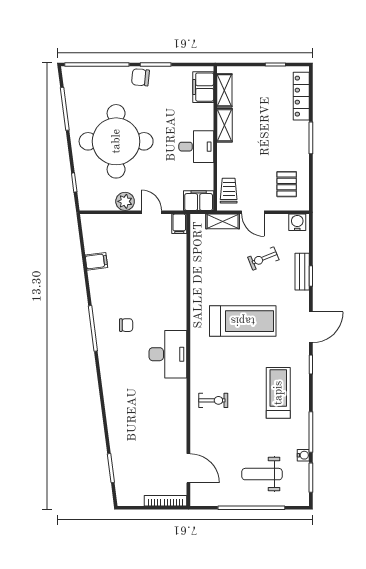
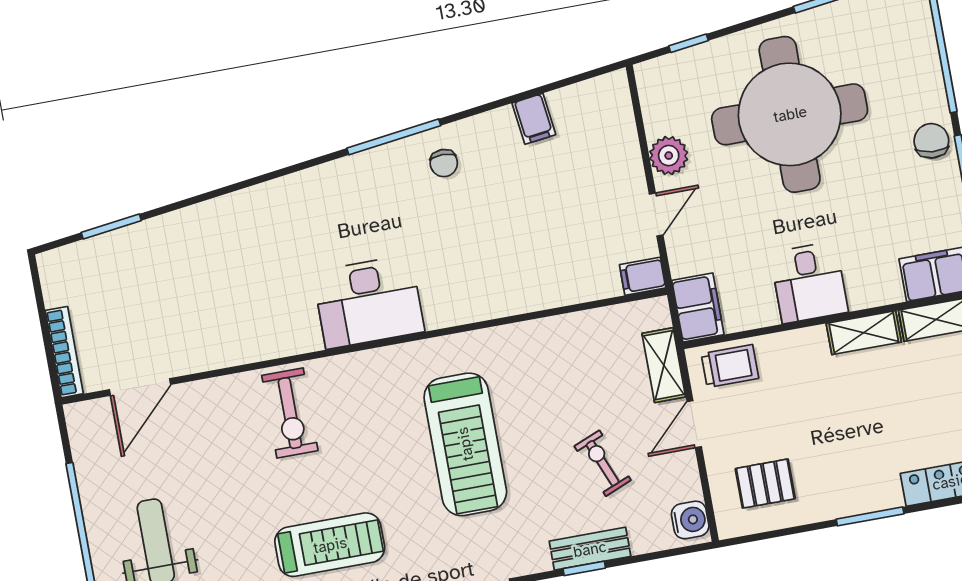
chair: (126, 325) -> (444, 163), moved
exercise bike: (213, 400) -> (290, 413), width x1.38, depth x1.39

